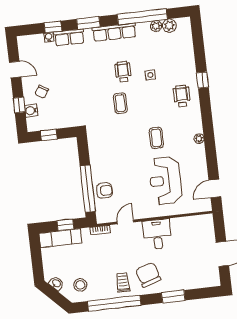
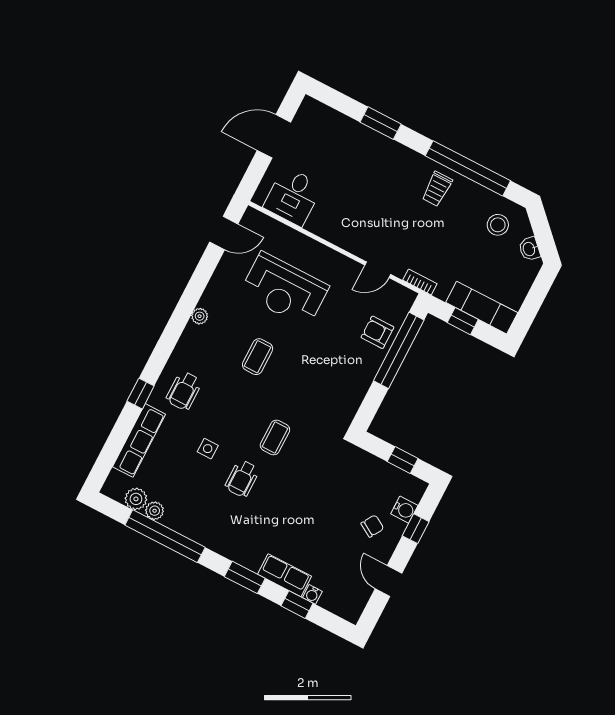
row of seats: (114, 32) -> (139, 440), moved, turned 90
reception desk: (165, 181) -> (284, 290), turned 90
desk: (157, 234) -> (293, 196), moved
chair: (148, 275) -> (395, 176), removed

